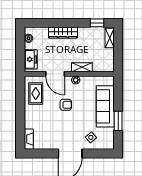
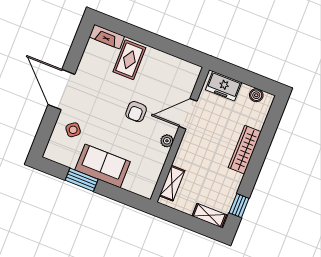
shelving: (82, 67) -> (172, 183), moved
rug: (36, 94) -> (129, 60), moved, turned 90
sofa: (105, 106) -> (103, 166), width x0.73

